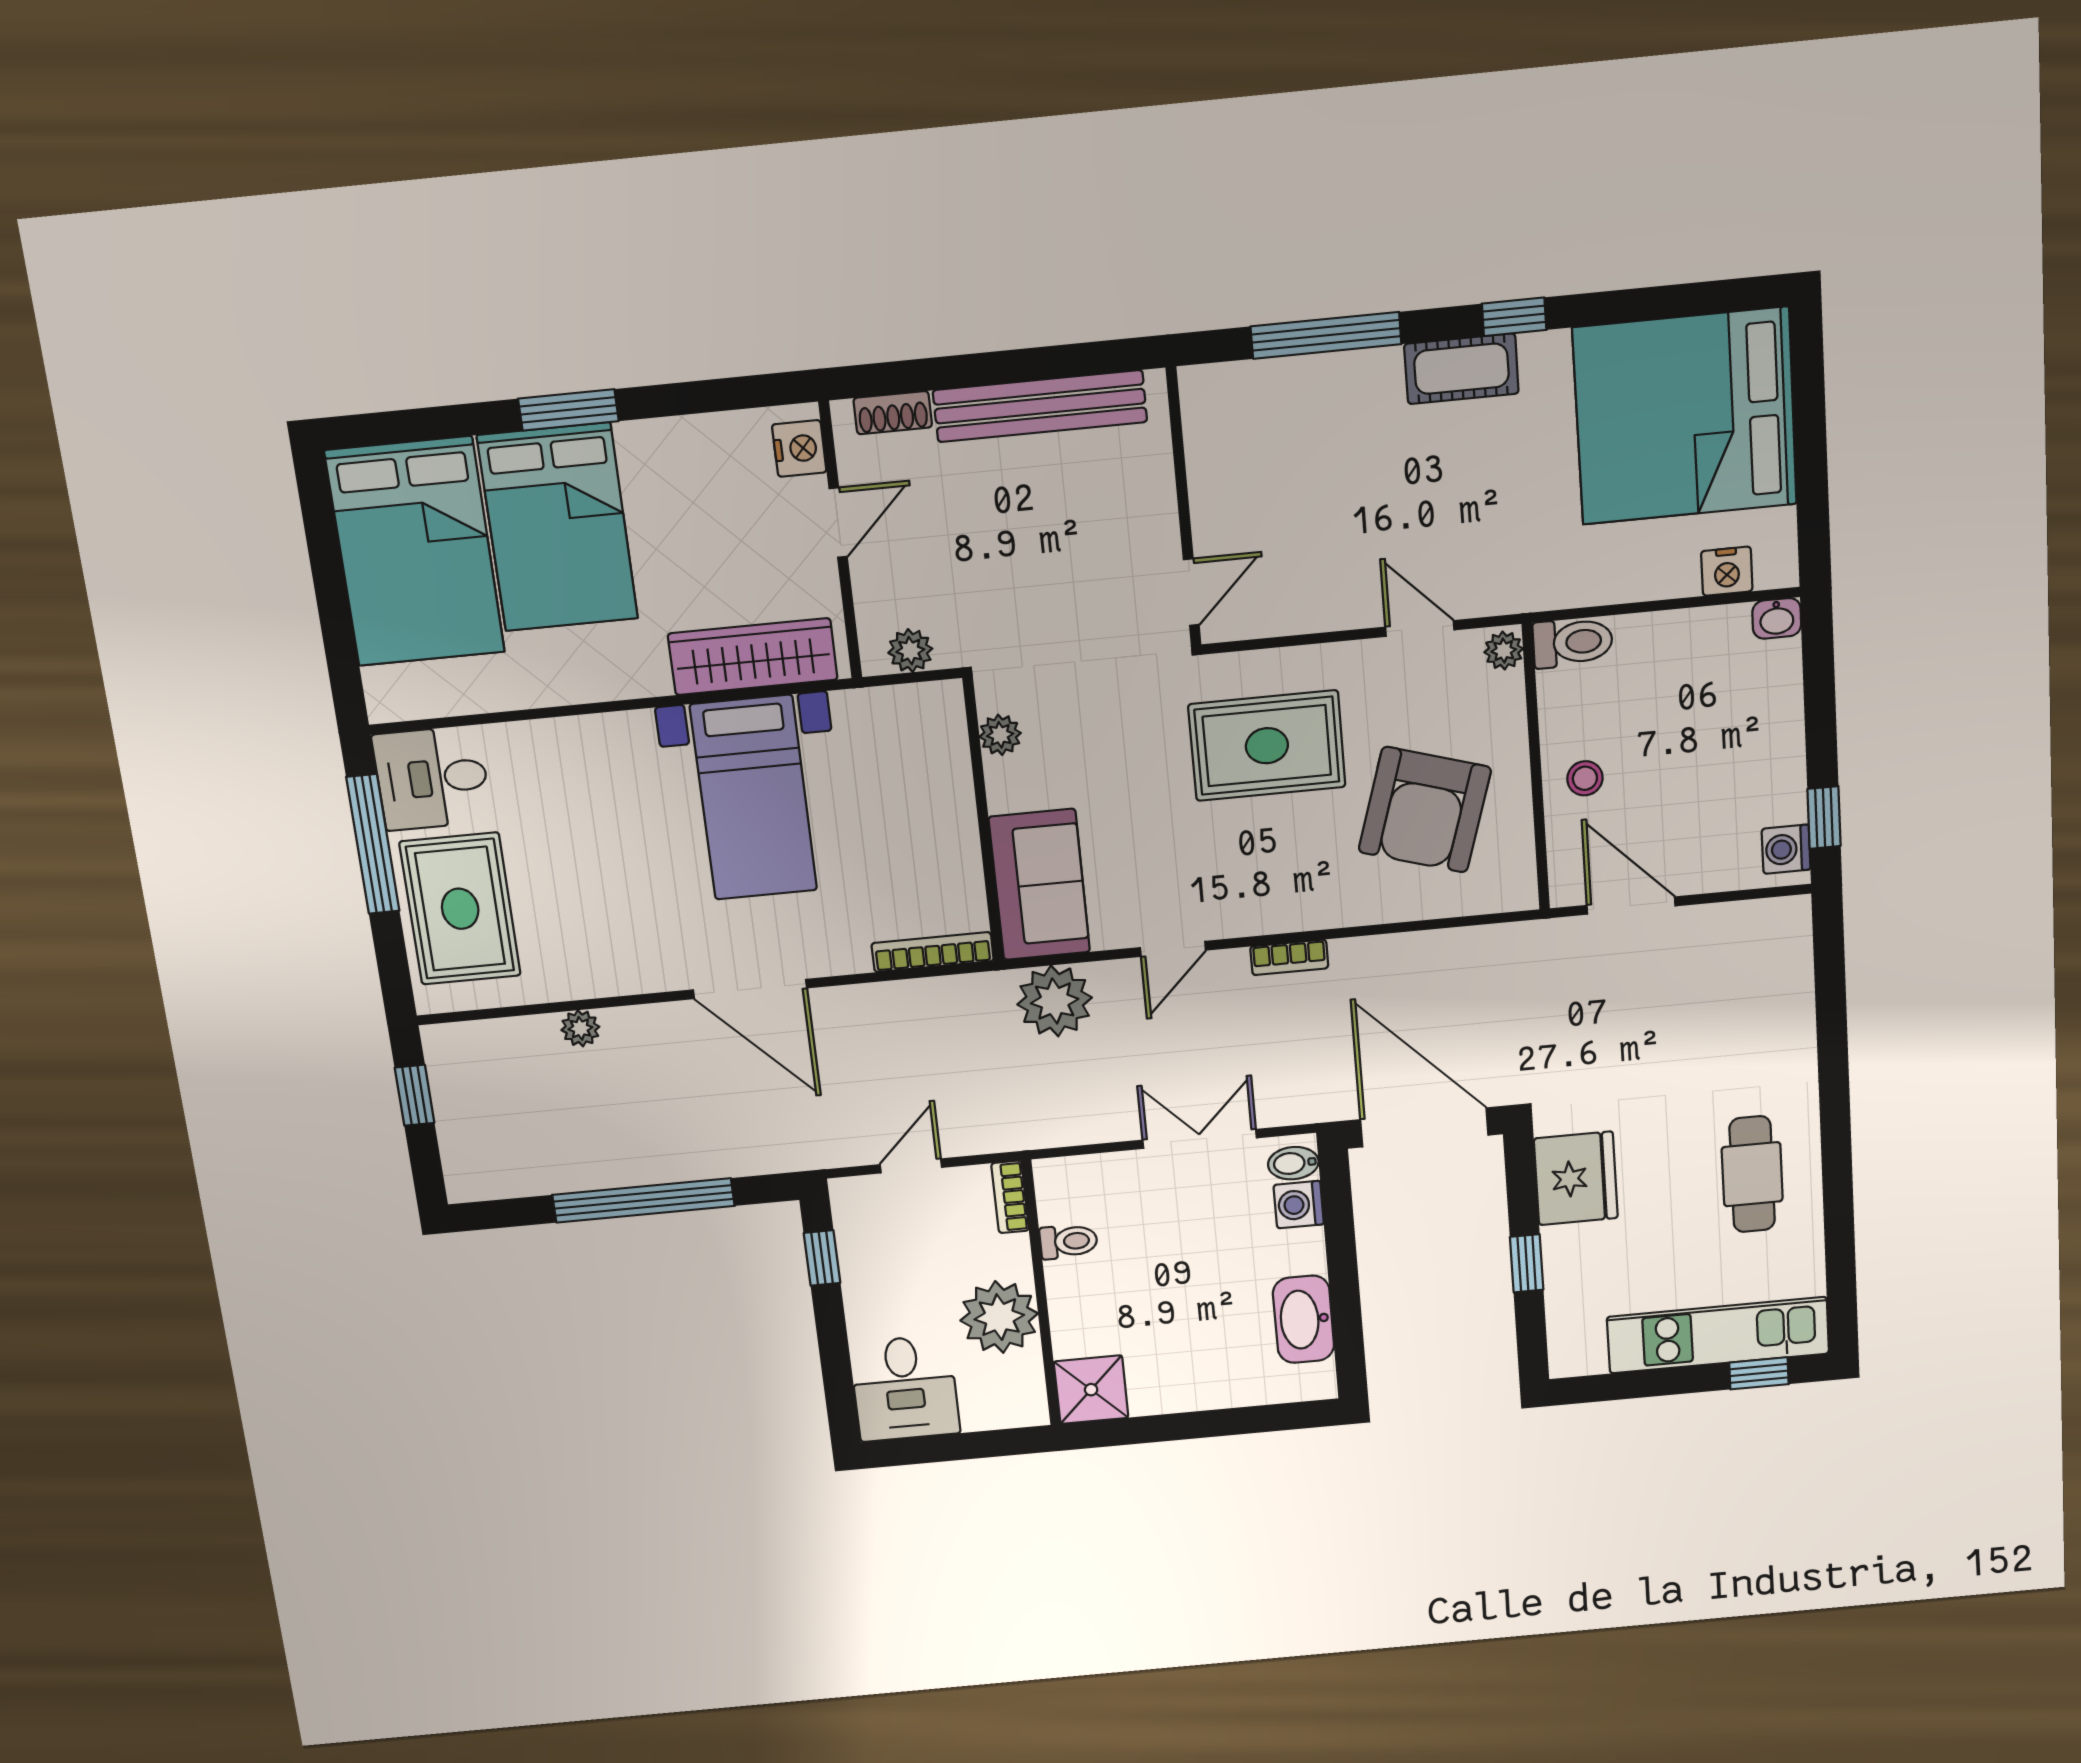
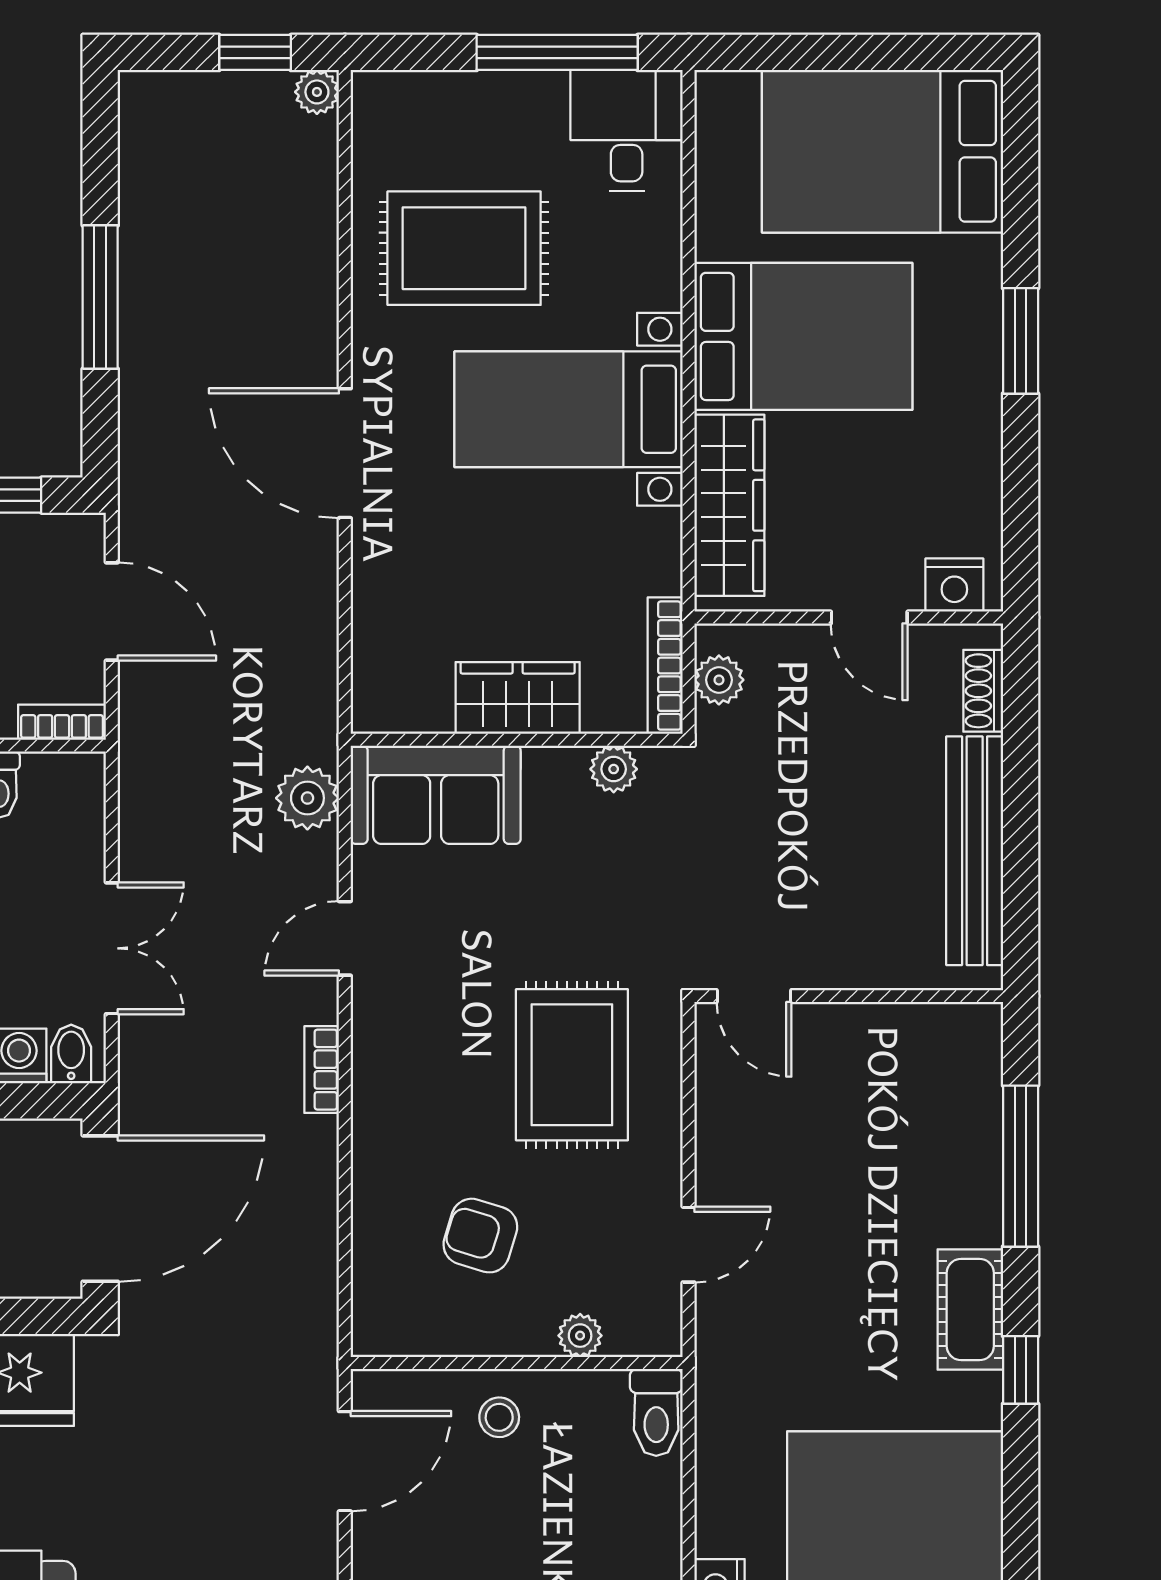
bed: (558, 527) -> (803, 336), moved, turned 180
plant: (1504, 651) -> (580, 1336), moved
bed with nightstands: (754, 798) -> (569, 409), moved
armchair: (1425, 810) -> (480, 1236), width x0.53, depth x0.53
wardrobe: (946, 823) -> (518, 698), added
rug: (460, 909) -> (464, 248), moved
door: (1173, 949) -> (345, 938), hinge flipped
bookcase: (933, 952) -> (665, 666), moved, turned 180
door: (750, 989) -> (345, 453), hinge flipped
plant: (1055, 1001) -> (307, 798), width x0.73, depth x0.73
plant: (580, 1028) -> (317, 92), moved
door: (911, 1166) -> (112, 612), width x1.38
window: (643, 1200) -> (100, 297), width x0.68

